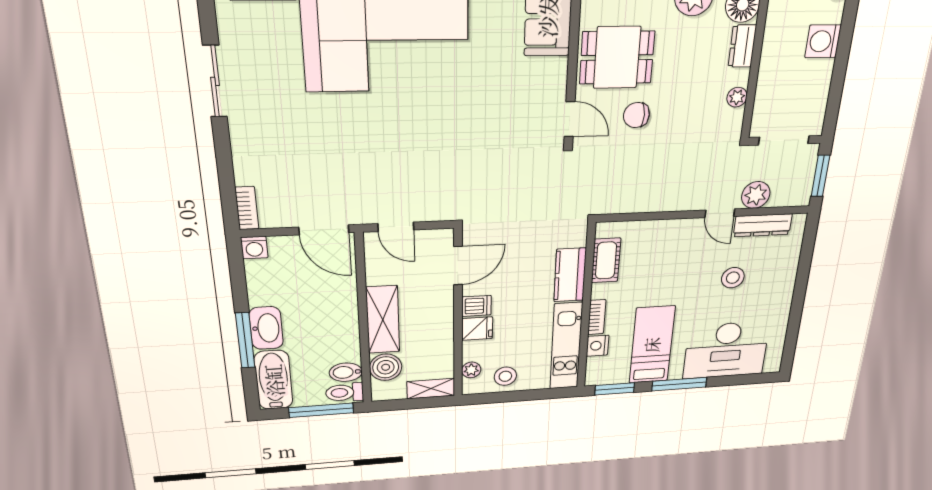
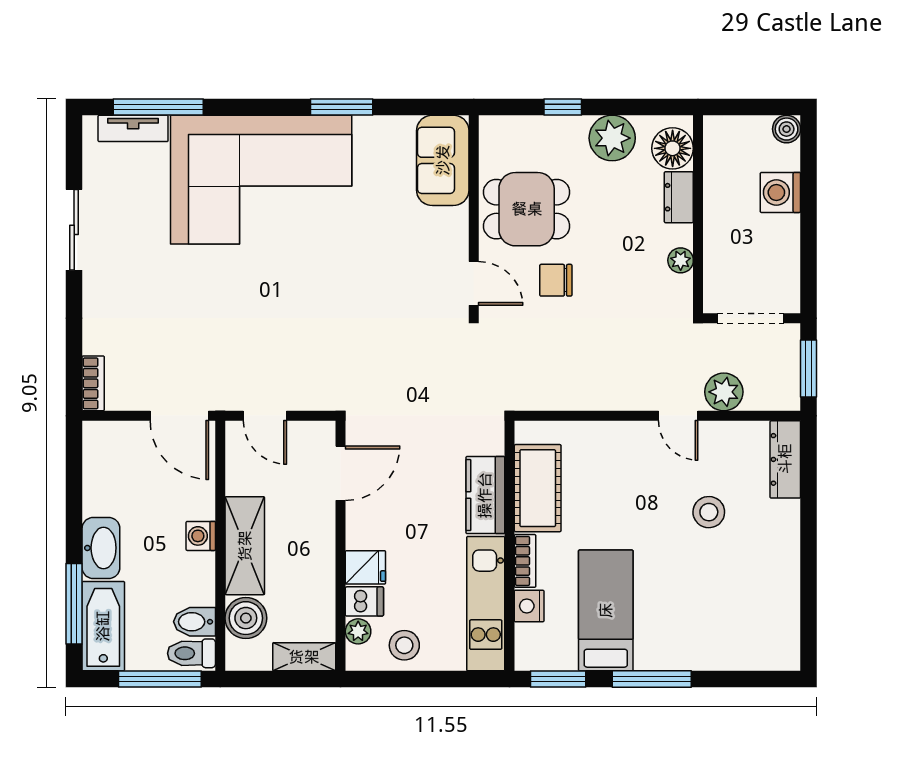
dresser: (763, 225) -> (785, 459), moved, turned 90
washing machine: (254, 248) -> (201, 536), moved, turned 90
cot: (606, 260) -> (538, 488), width x1.37, depth x1.34
dishwasher: (476, 306) -> (364, 601), moved
window: (245, 340) -> (74, 604), moved
desk: (726, 350) -> (714, 627), removed

